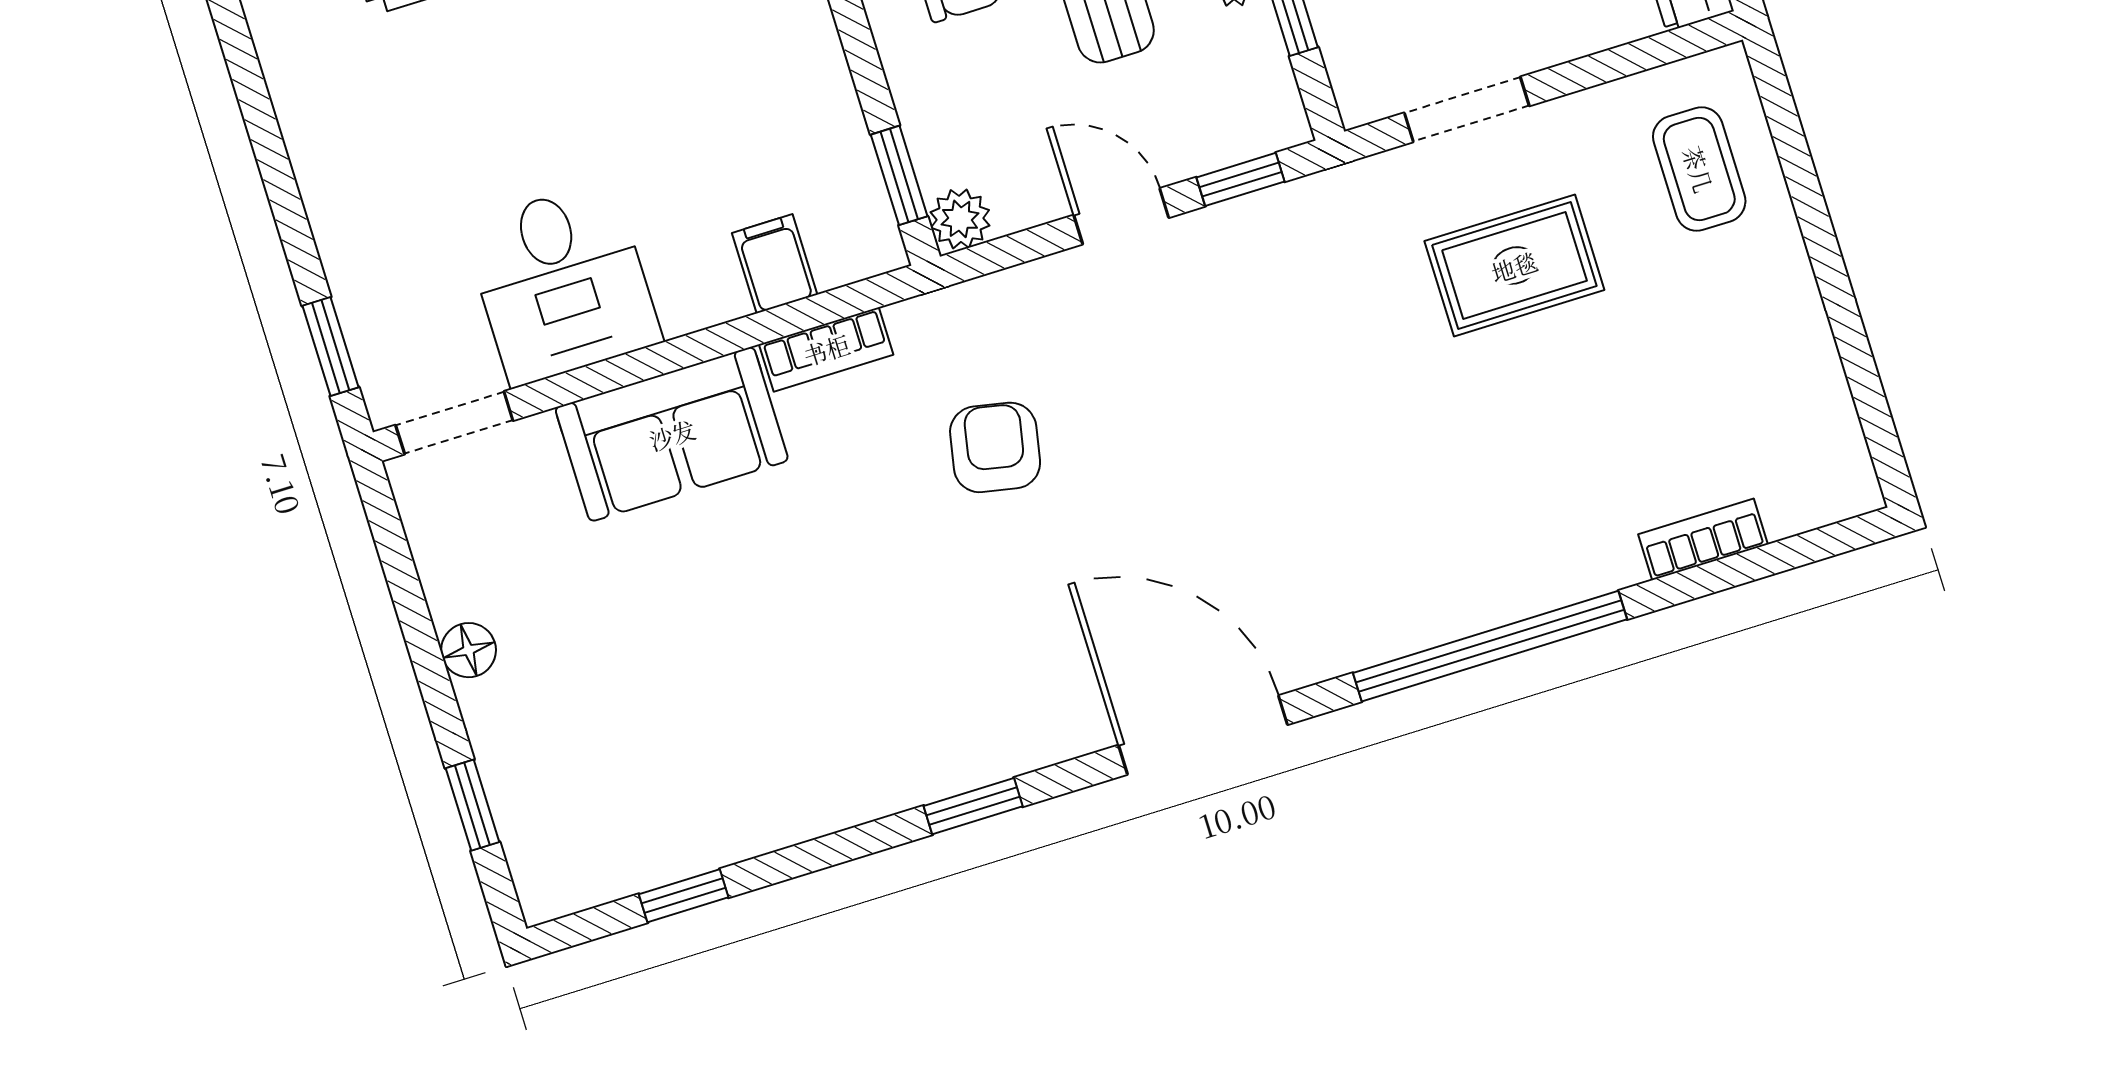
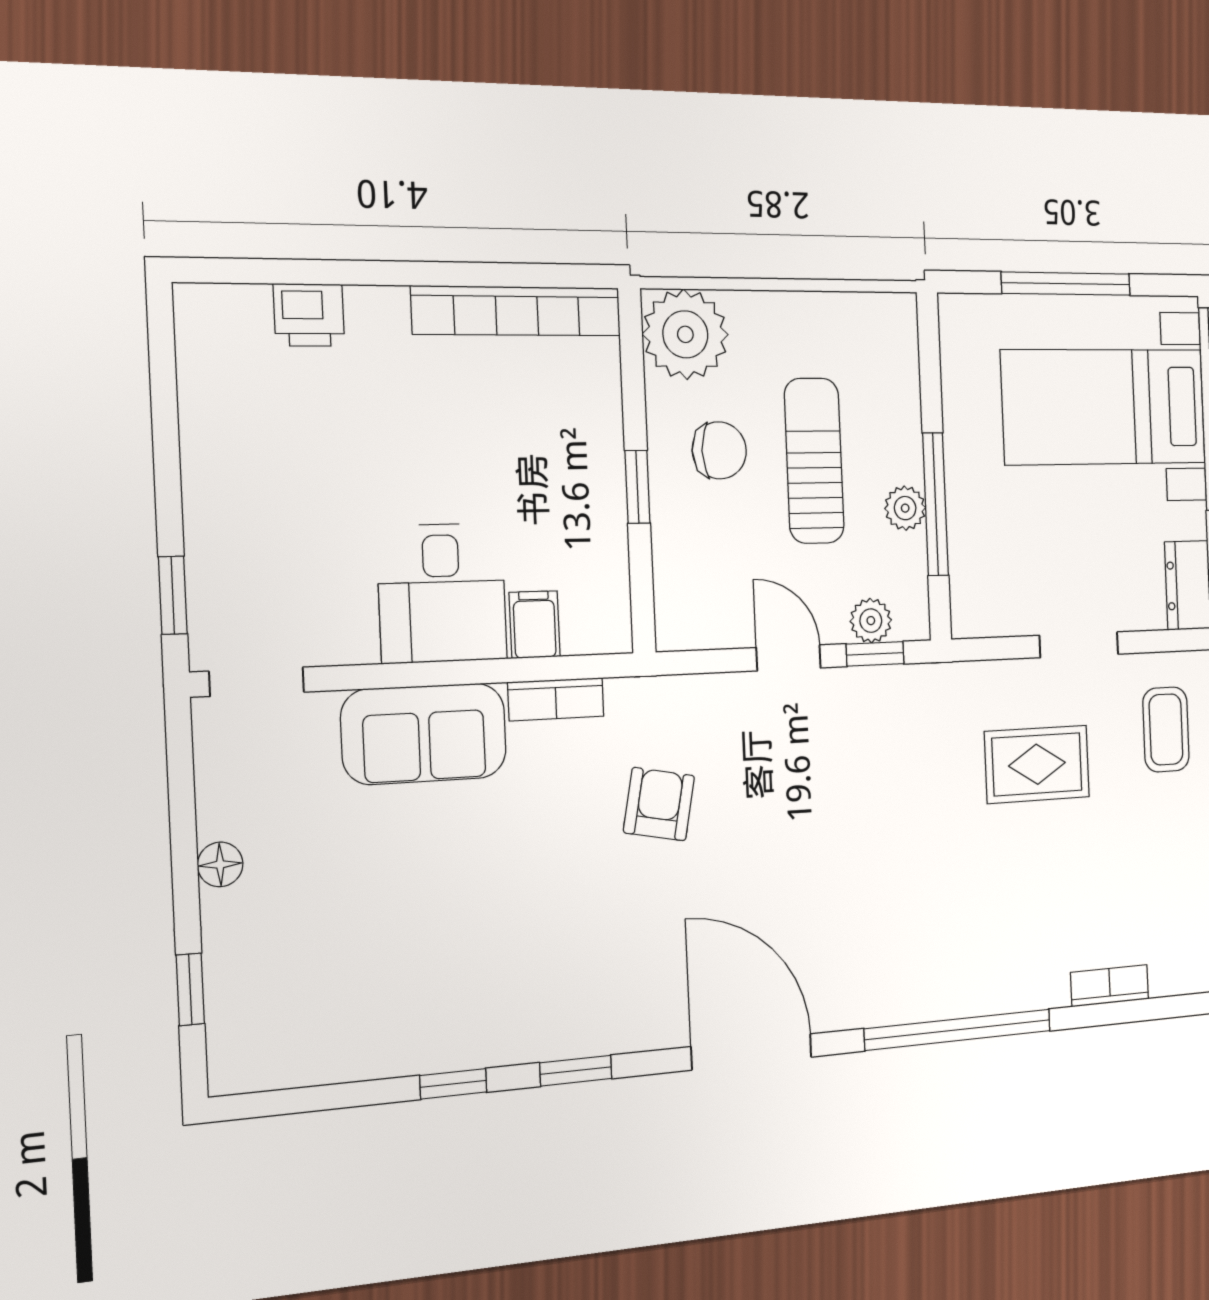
doorway: (1467, 109) -> (1079, 645), moved
window: (899, 175) -> (637, 487), moved
plant: (960, 219) -> (871, 621), moved
desk: (562, 283) -> (442, 593), moved
window: (684, 896) -> (453, 1084), moved

